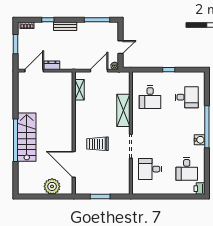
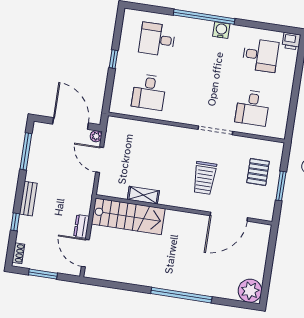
door: (121, 47) -> (71, 124), width x1.87
shelving: (79, 90) -> (143, 195), moved
desk: (150, 97) -> (149, 92), turned 90
desk: (187, 97) -> (157, 39), turned -90
shelving: (123, 110) -> (162, 133), removed
stairs: (27, 137) -> (128, 216), moved, turned 180
pallet: (107, 180) -> (258, 172), added
plant: (52, 186) -> (250, 291), moved

